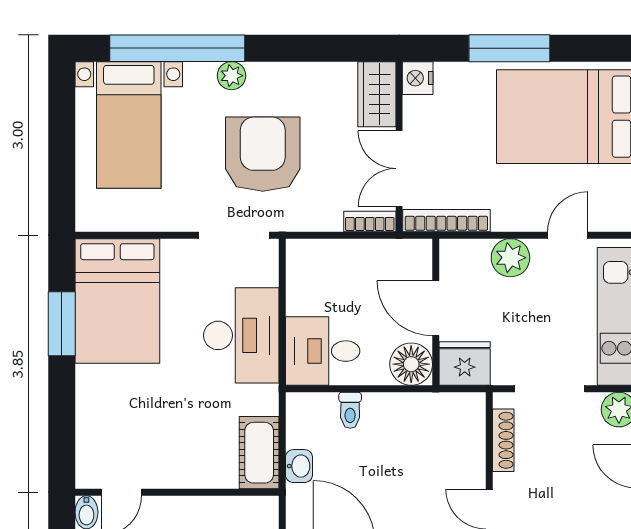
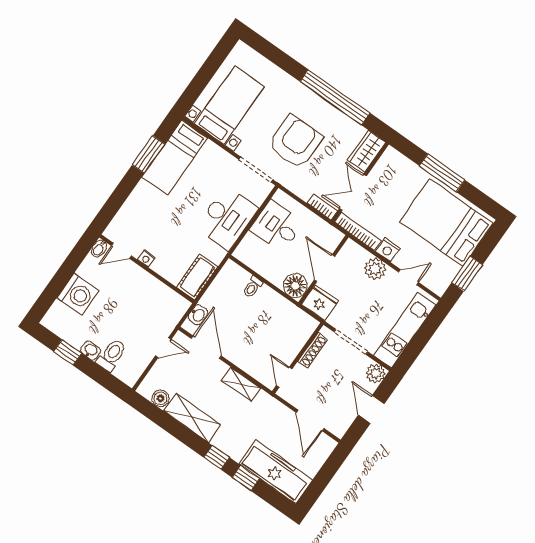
window: (177, 48) -> (335, 97), moved
plant: (232, 76) -> (306, 96), removed
nightstand: (418, 78) -> (388, 250), moved, turned -90
bed with nightstands: (129, 125) -> (229, 105), moved, turned 180
bed: (117, 301) -> (175, 157), width x0.67
desk: (323, 351) -> (277, 226), moved
washbasin: (299, 466) -> (198, 315), moved
nightstand: (166, 478) -> (146, 258), added

